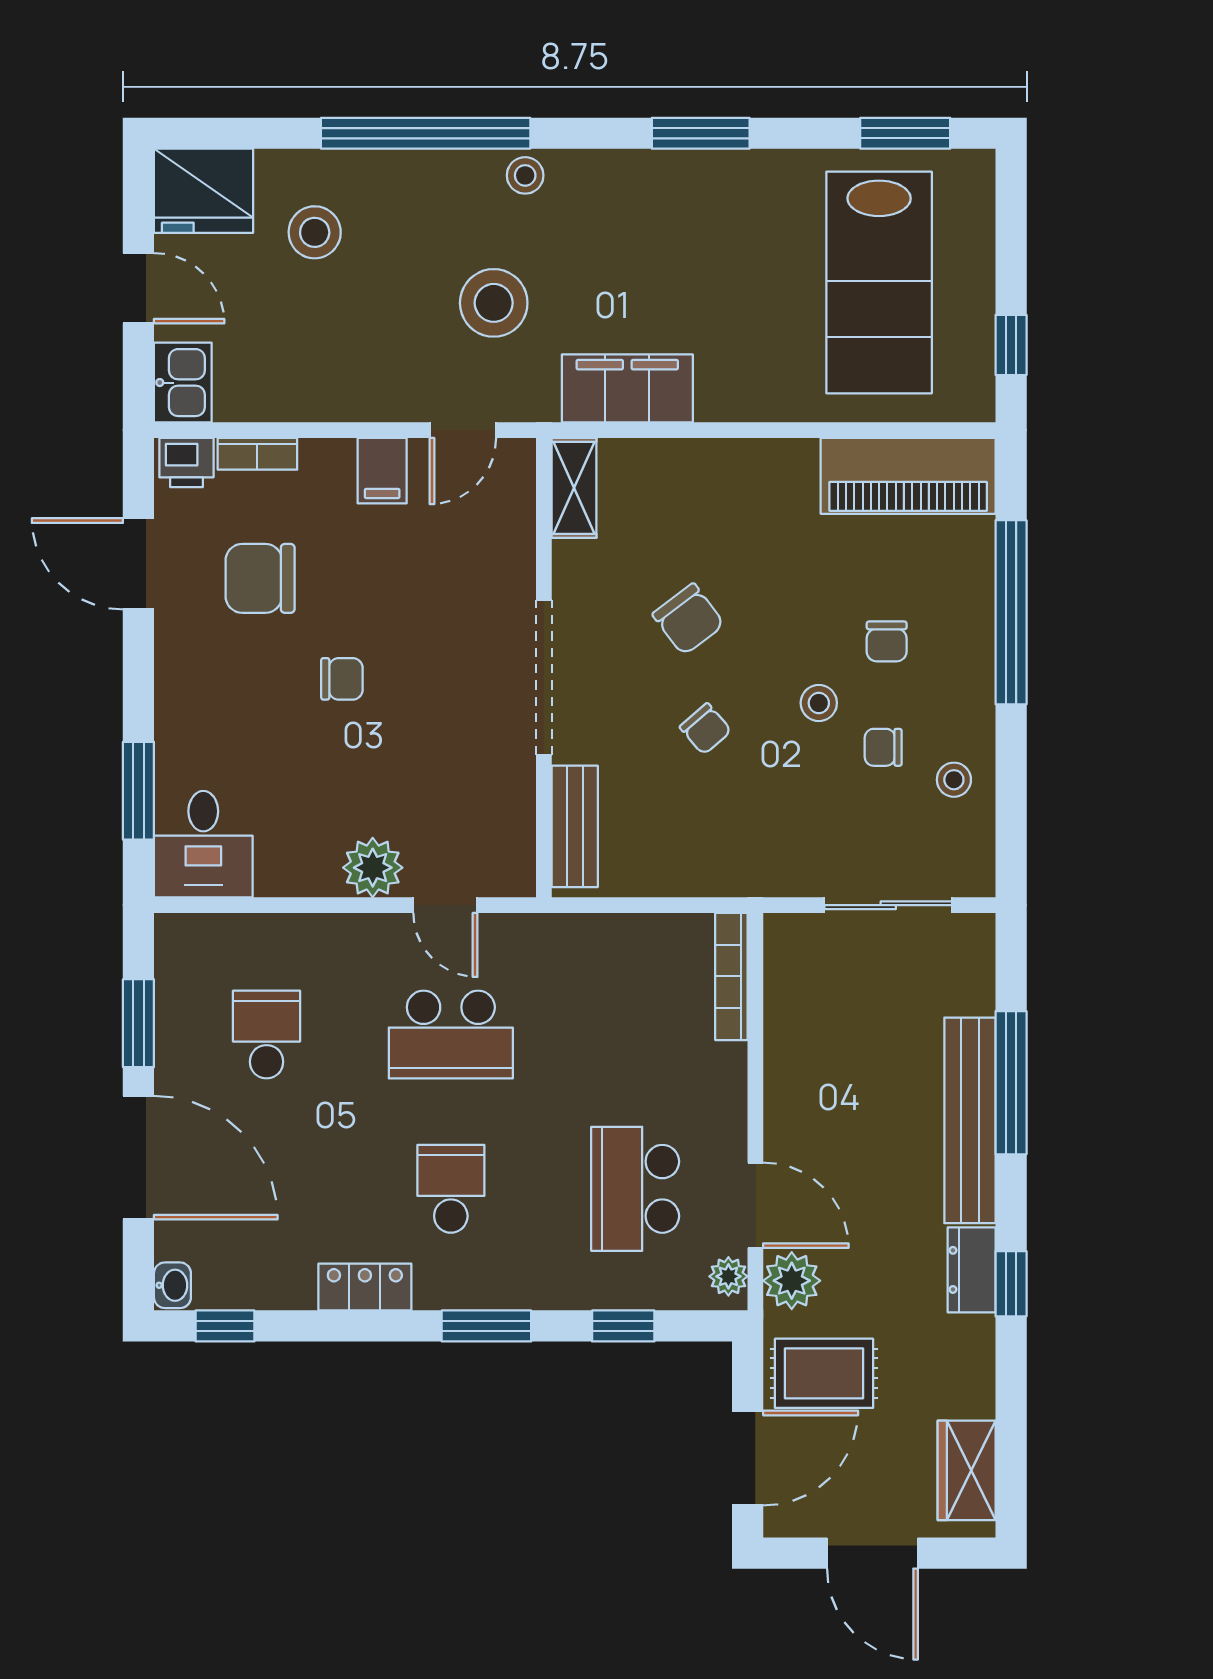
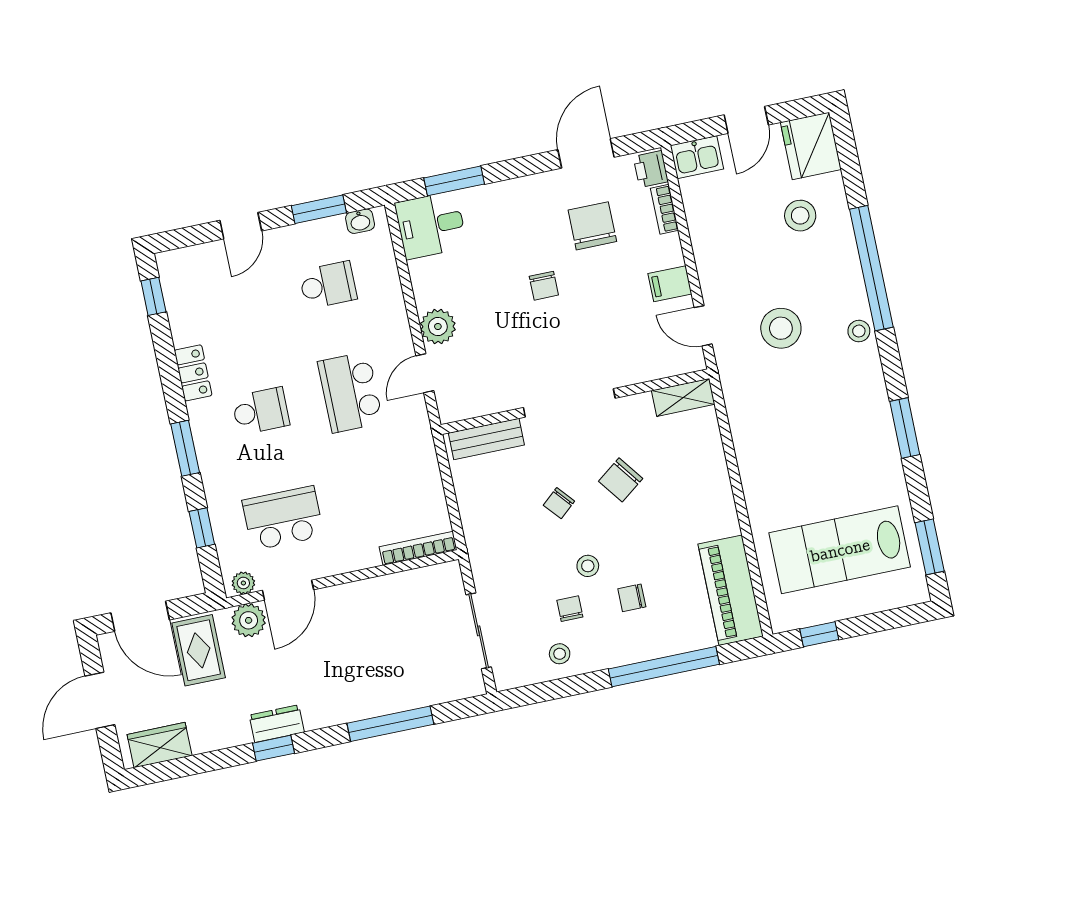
filing cabinet: (627, 388) -> (747, 416), removed
bench: (970, 1120) -> (363, 704), removed
door: (138, 1158) -> (241, 226), width x0.53
washbasin: (172, 1285) -> (360, 221), moved

